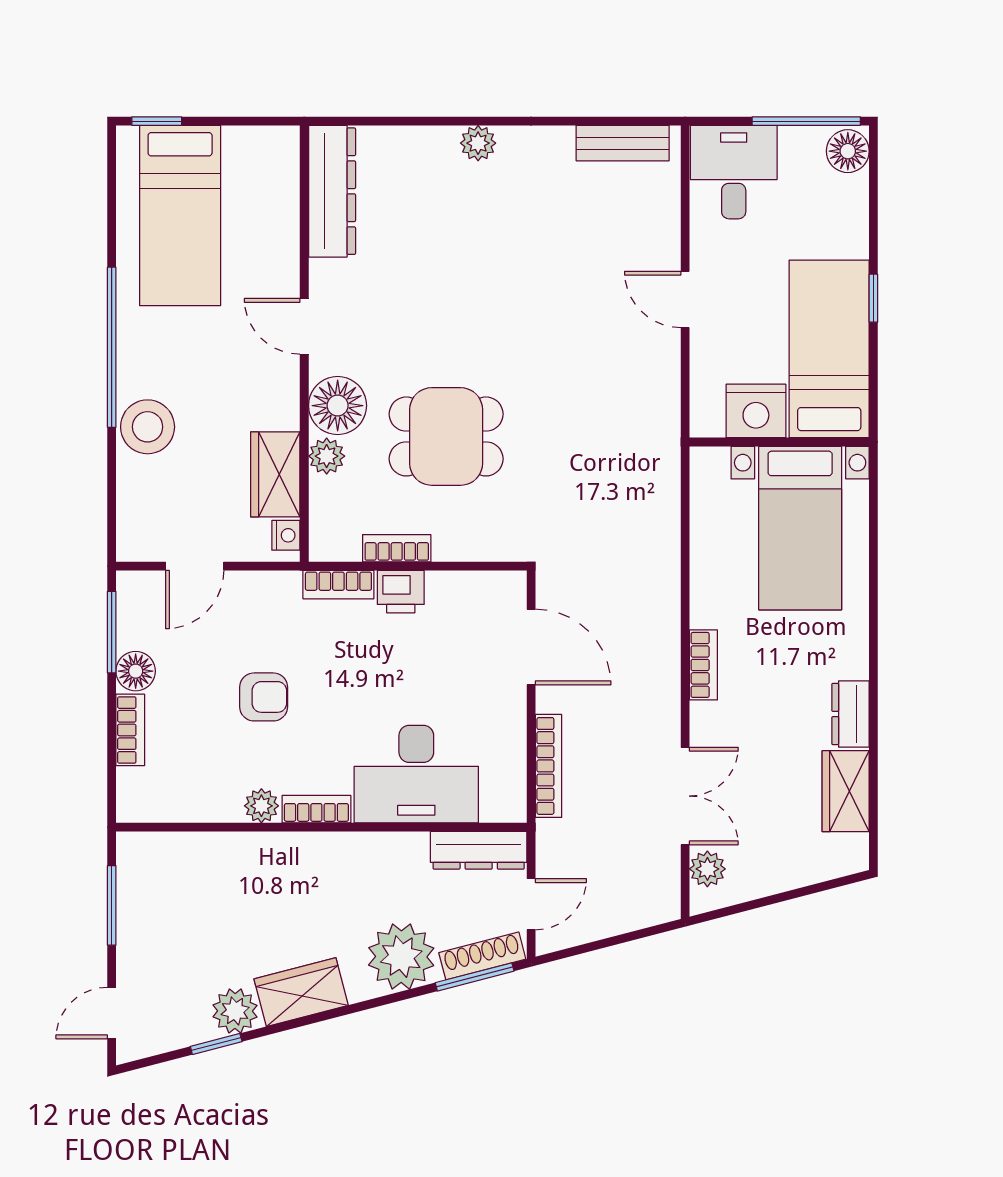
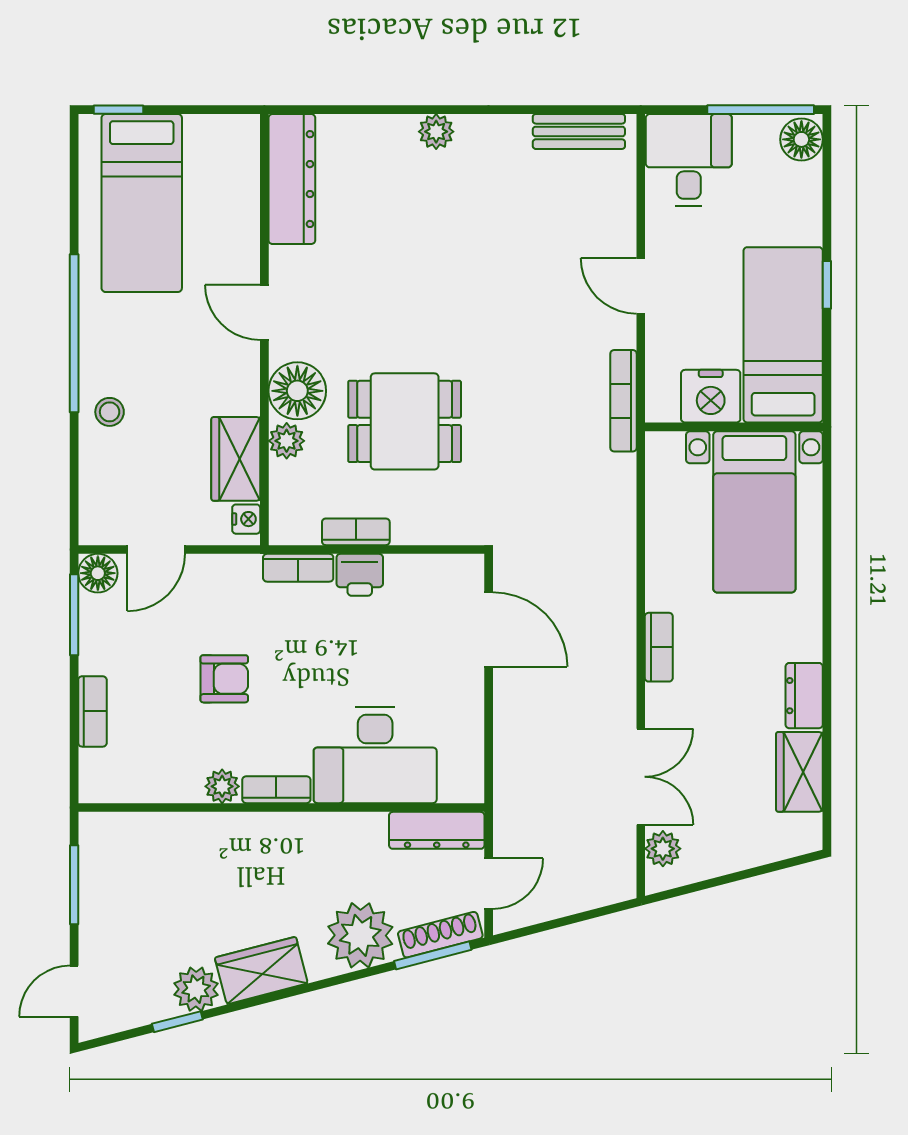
stool: (148, 427) -> (110, 412), width x0.53, depth x0.53
floor lamp: (136, 671) -> (98, 573), moved
bookcase: (549, 766) -> (624, 401), moved, turned 180

